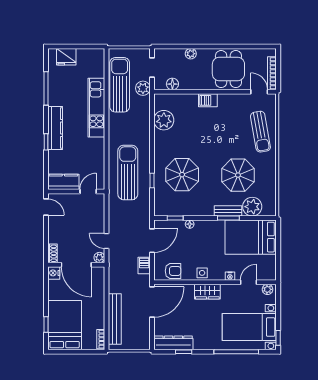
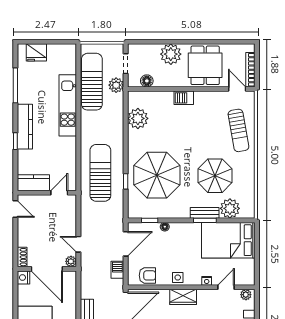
plant: (191, 54) -> (171, 54), width x1.88, depth x1.88
parasol: (182, 175) -> (157, 175), width x1.36, depth x1.36

